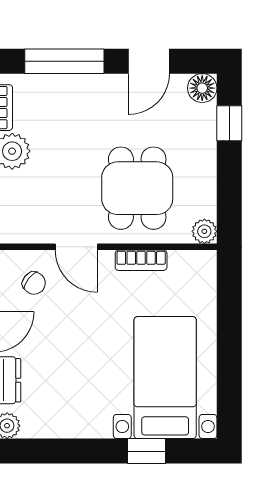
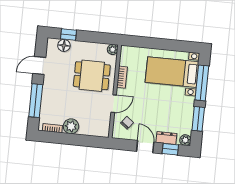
door: (149, 61) -> (39, 65), swing flipped
floor lamp: (202, 88) -> (64, 45), moved
window: (60, 451) -> (198, 119), added
window: (146, 451) -> (202, 83), width x2.17

